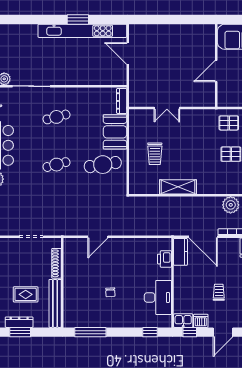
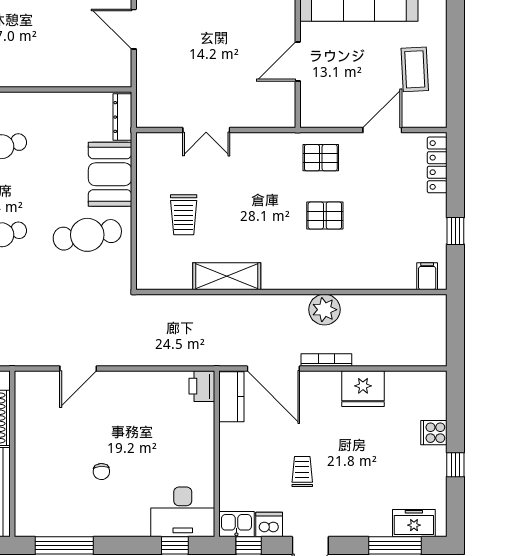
printer: (165, 259) -> (202, 386), moved
desk: (158, 297) -> (183, 512), moved, turned 90

